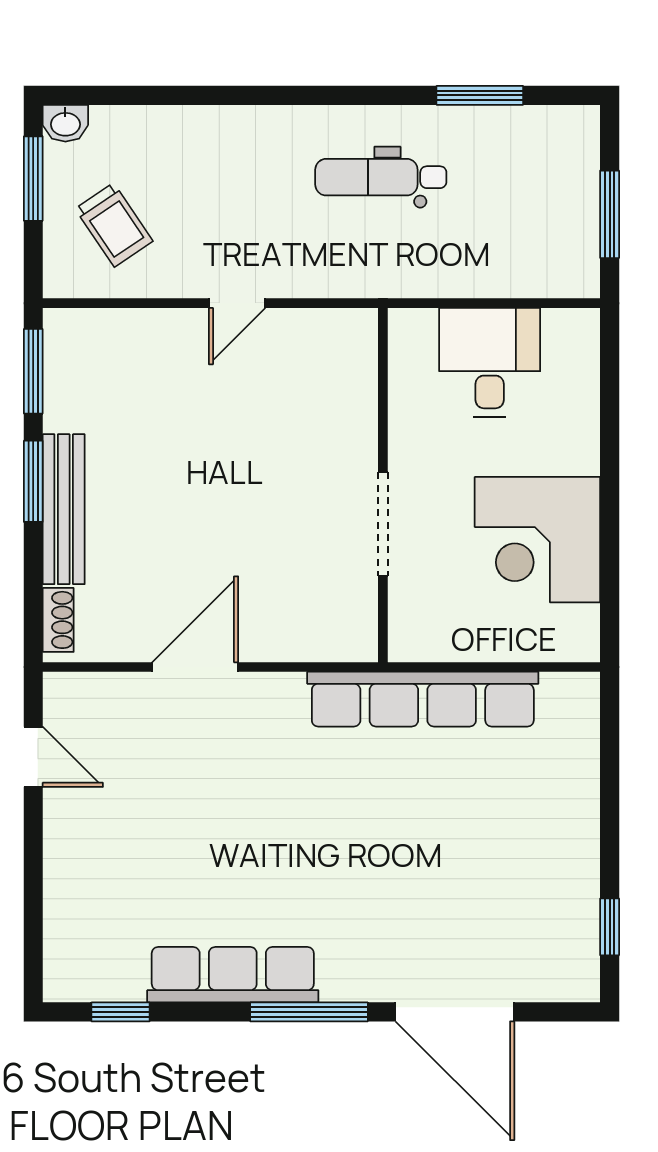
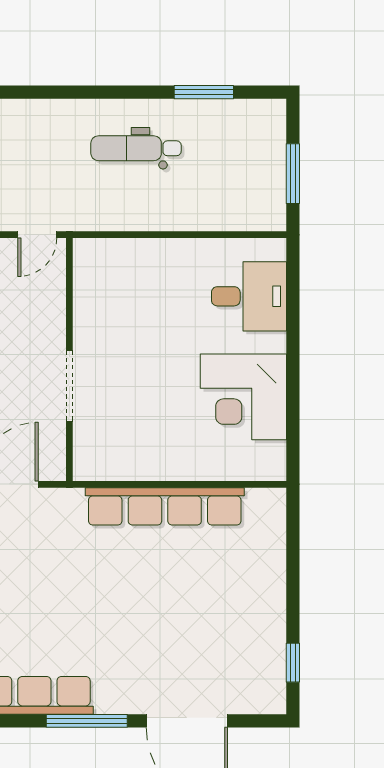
desk: (490, 362) -> (249, 296), moved, turned 90
wall: (383, 485) -> (69, 360), moved
doorway: (383, 524) -> (69, 386), moved

